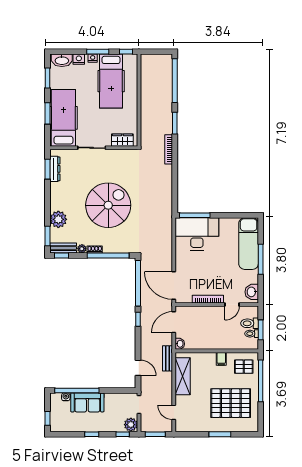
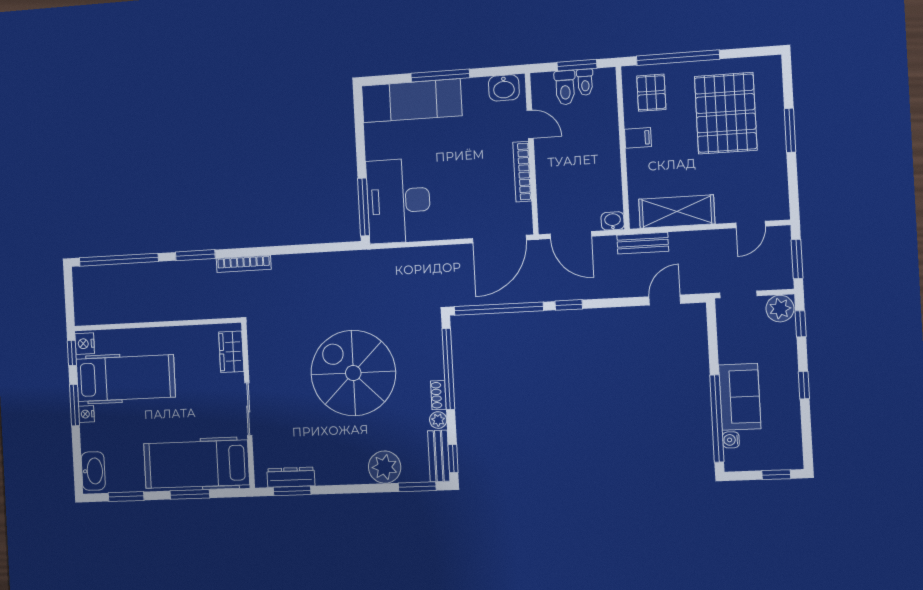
nightstand: (79, 59) -> (85, 344), moved

